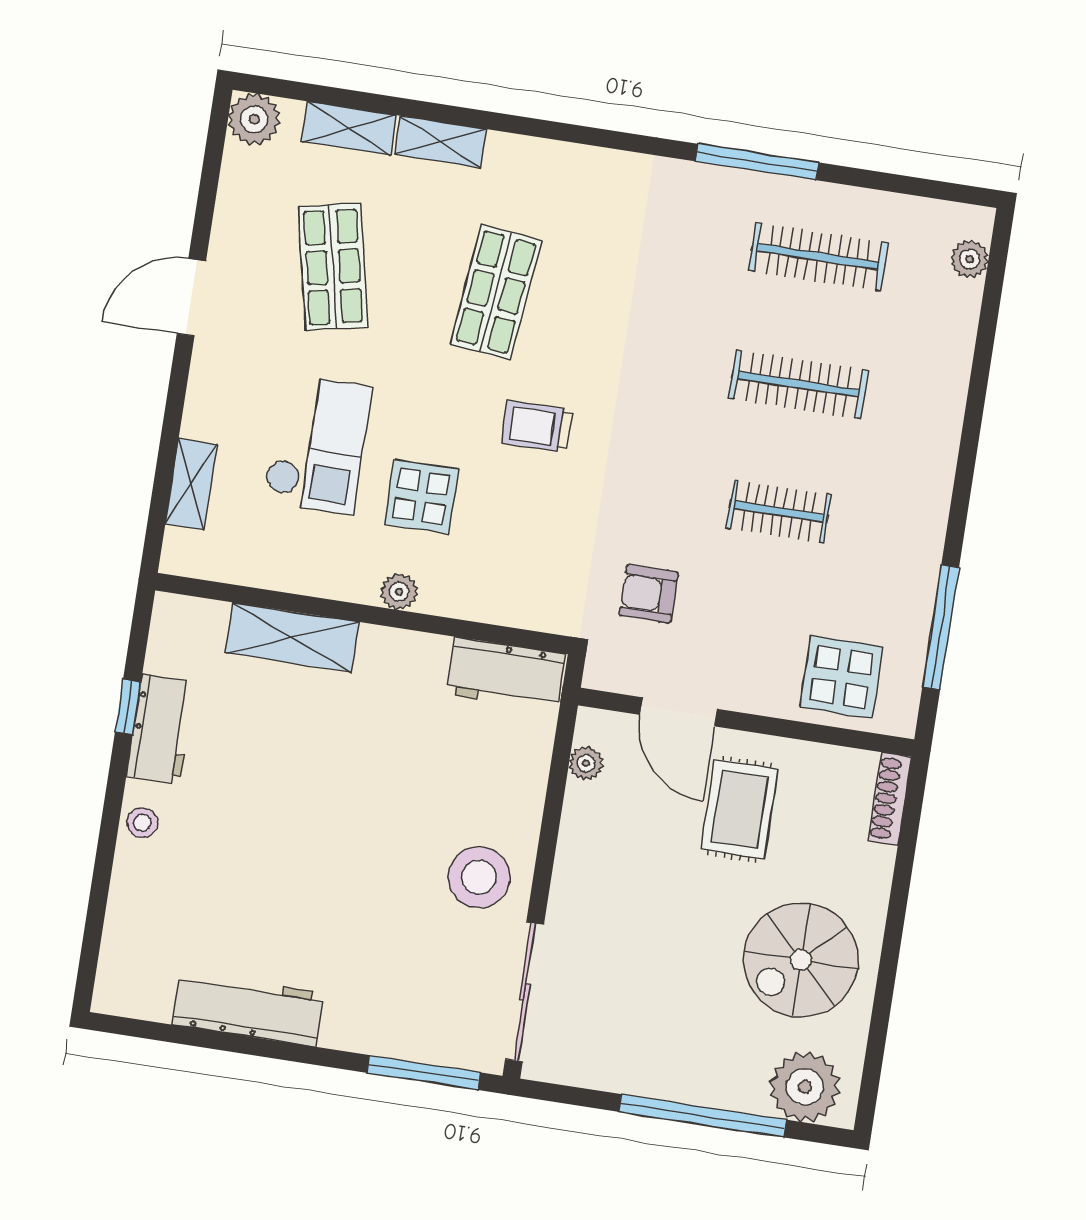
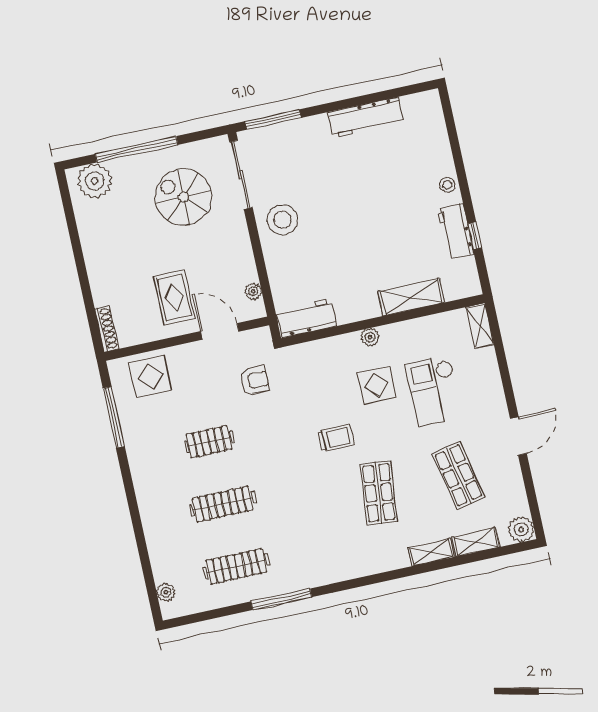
shelving: (191, 484) -> (480, 326), moved
spiral stairs: (801, 960) -> (183, 197), moved, turned -90

